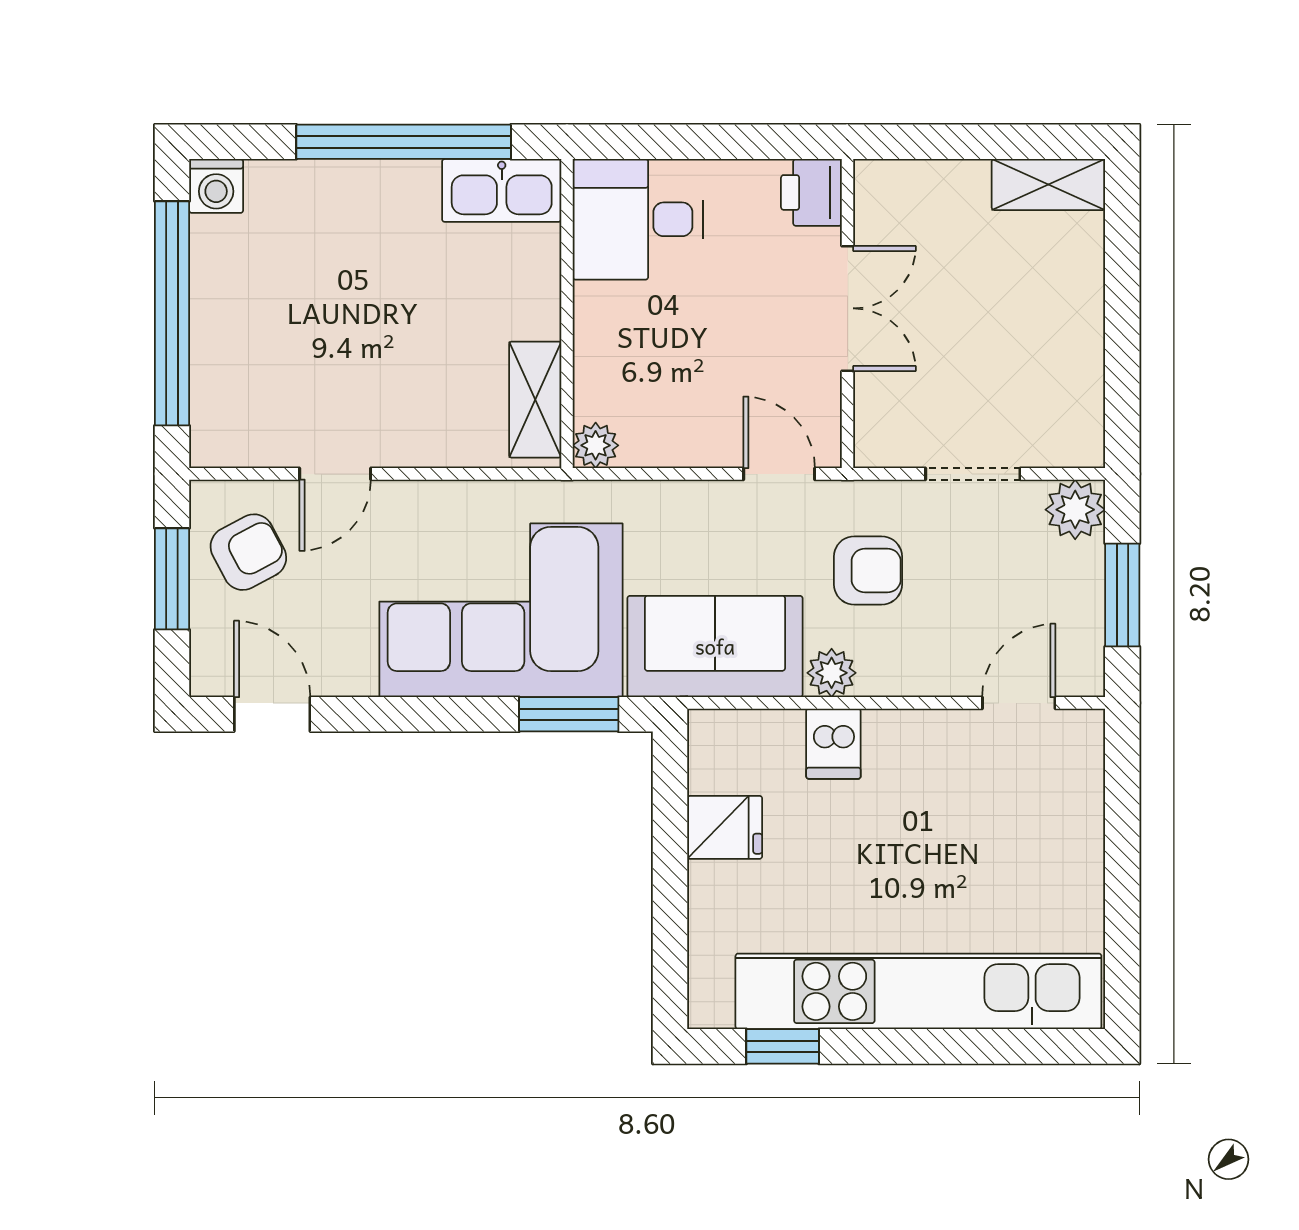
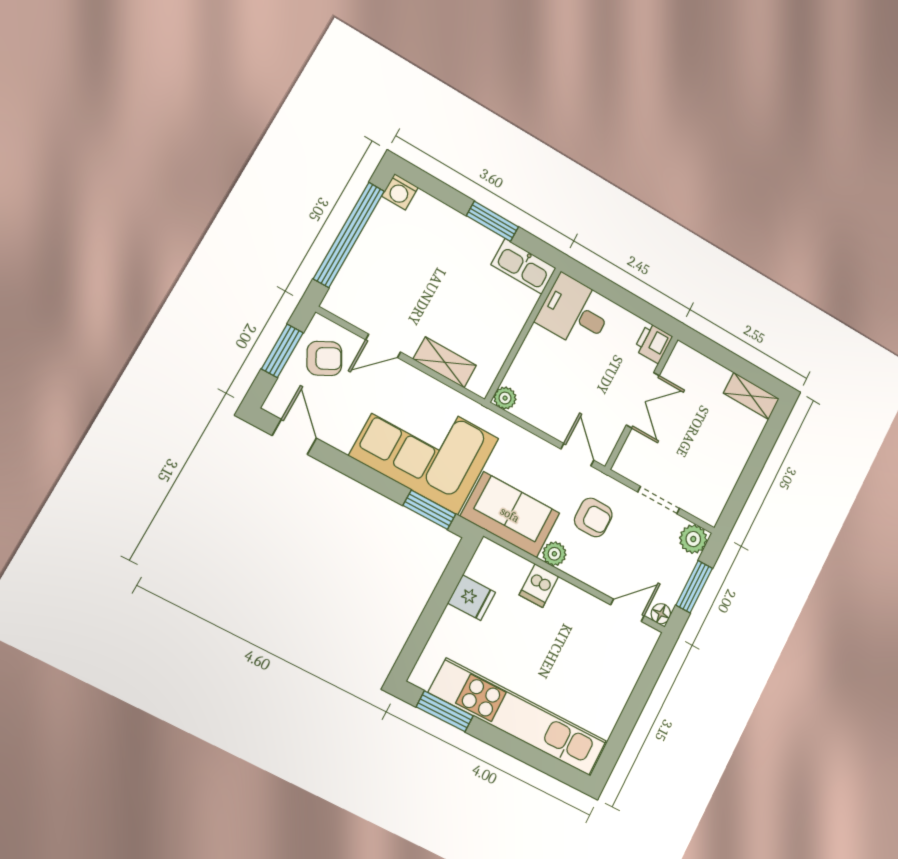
window: (404, 142) -> (492, 221), width x0.47
shelving: (535, 400) -> (445, 362), moved, turned 90
floor lamp: (1085, 677) -> (661, 614), added
window: (783, 1046) -> (445, 711), width x1.50

